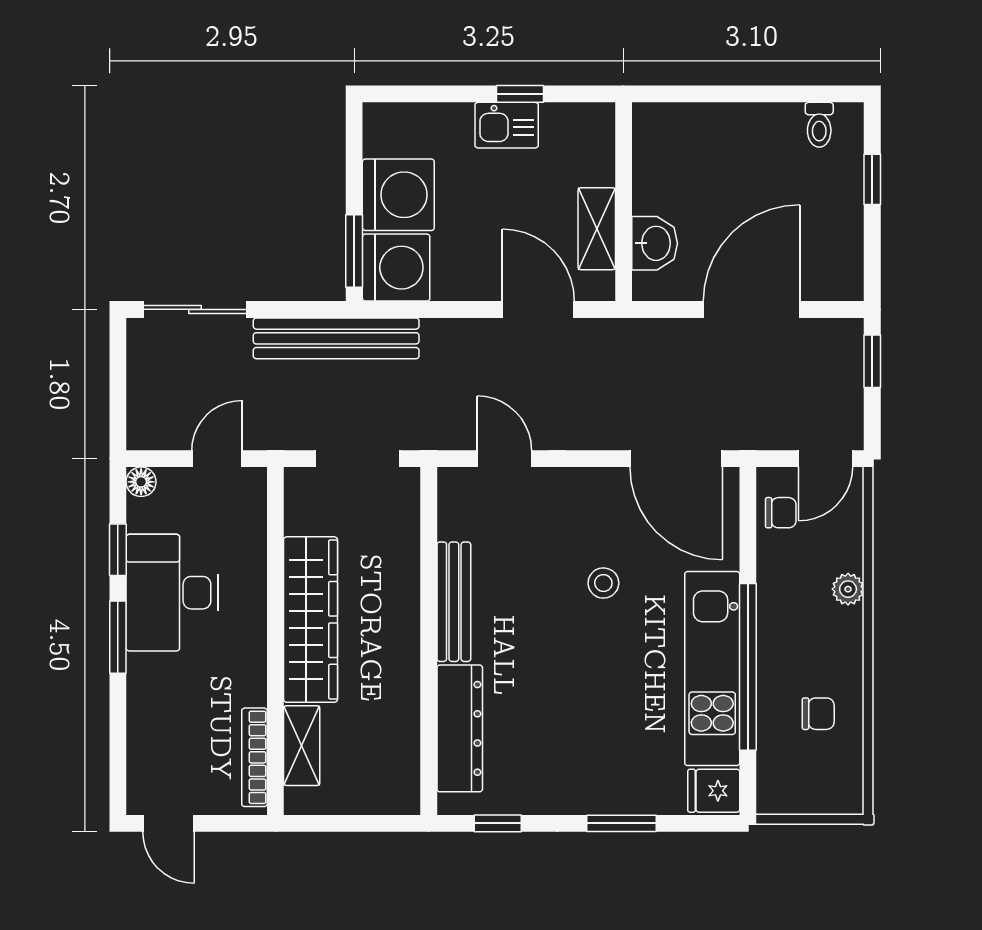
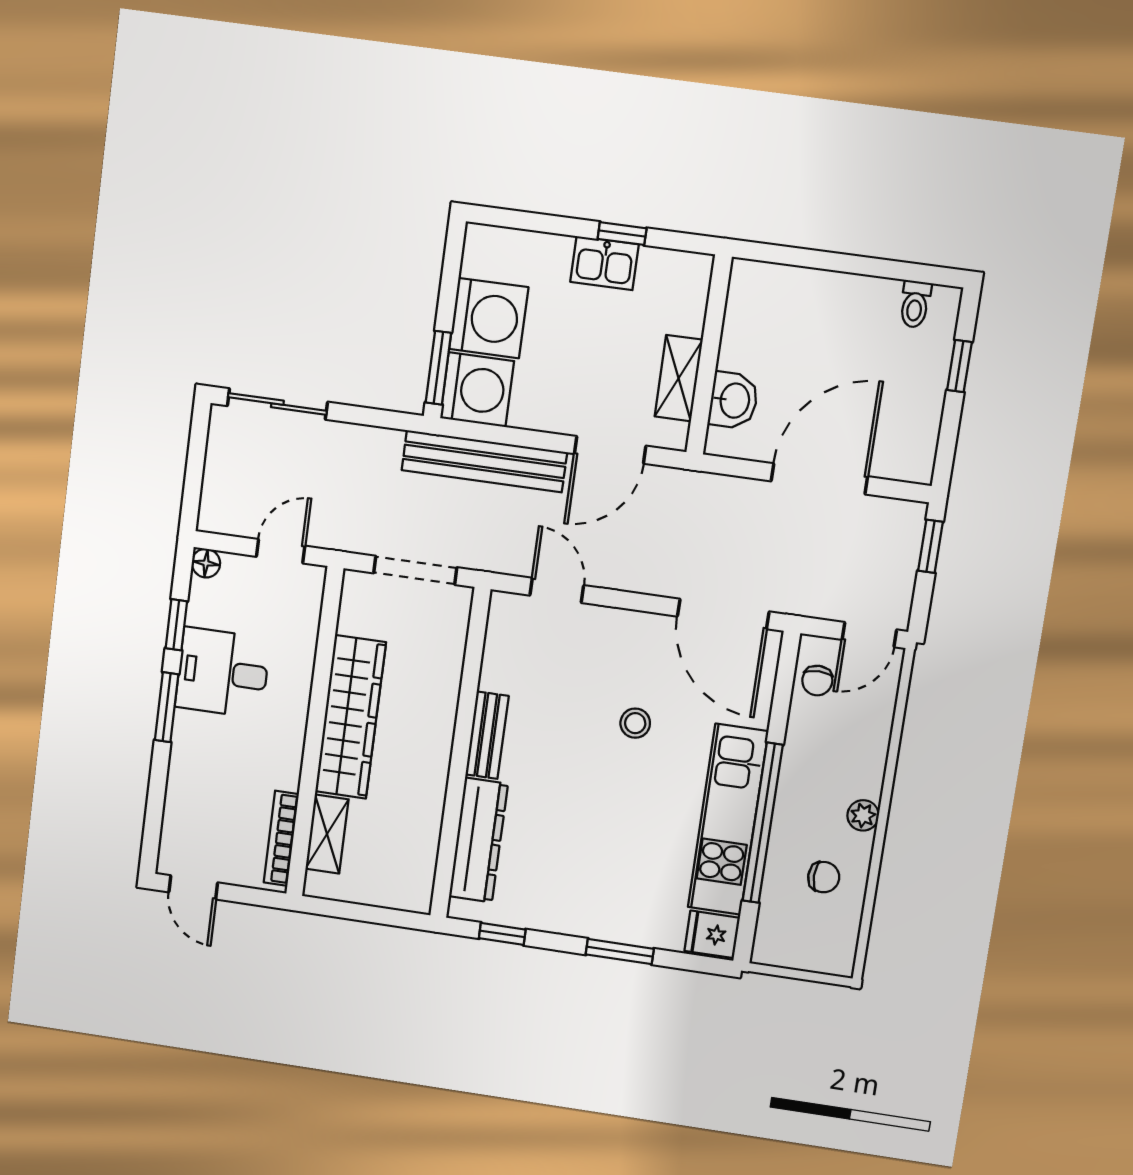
door: (538, 309) -> (610, 450), swing flipped
bench: (336, 338) -> (484, 461), moved
chair: (781, 513) -> (817, 681), turned 90
plant: (848, 589) -> (863, 815), moved
desk: (172, 593) -> (223, 673), width x0.73
bench: (454, 602) -> (487, 735), width x0.73

